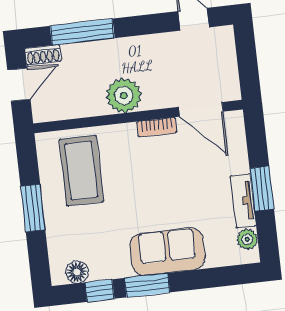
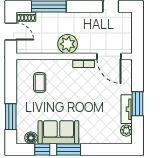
door: (19, 85) -> (11, 31), hinge flipped
coffee table: (81, 171) -> (40, 83), width x0.54, depth x0.58
window: (33, 208) -> (11, 117), moved
sofa: (167, 252) -> (58, 132), moved

